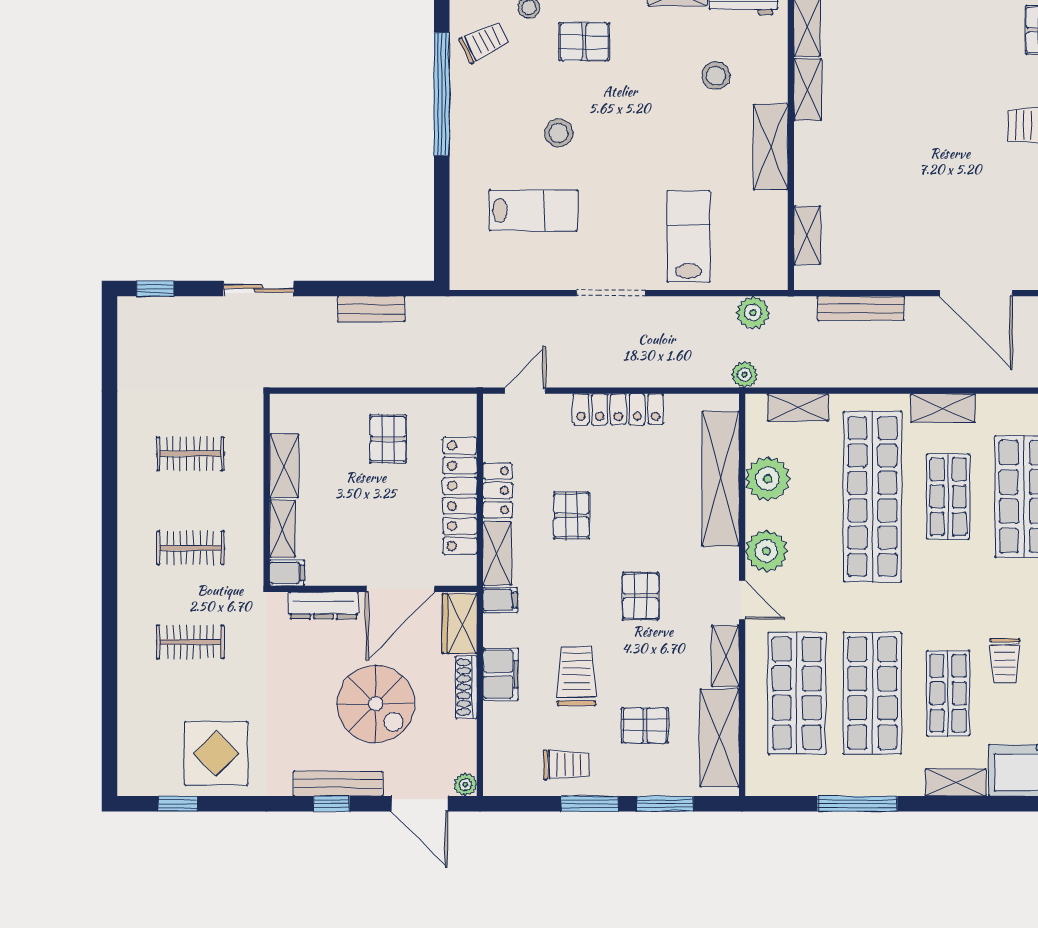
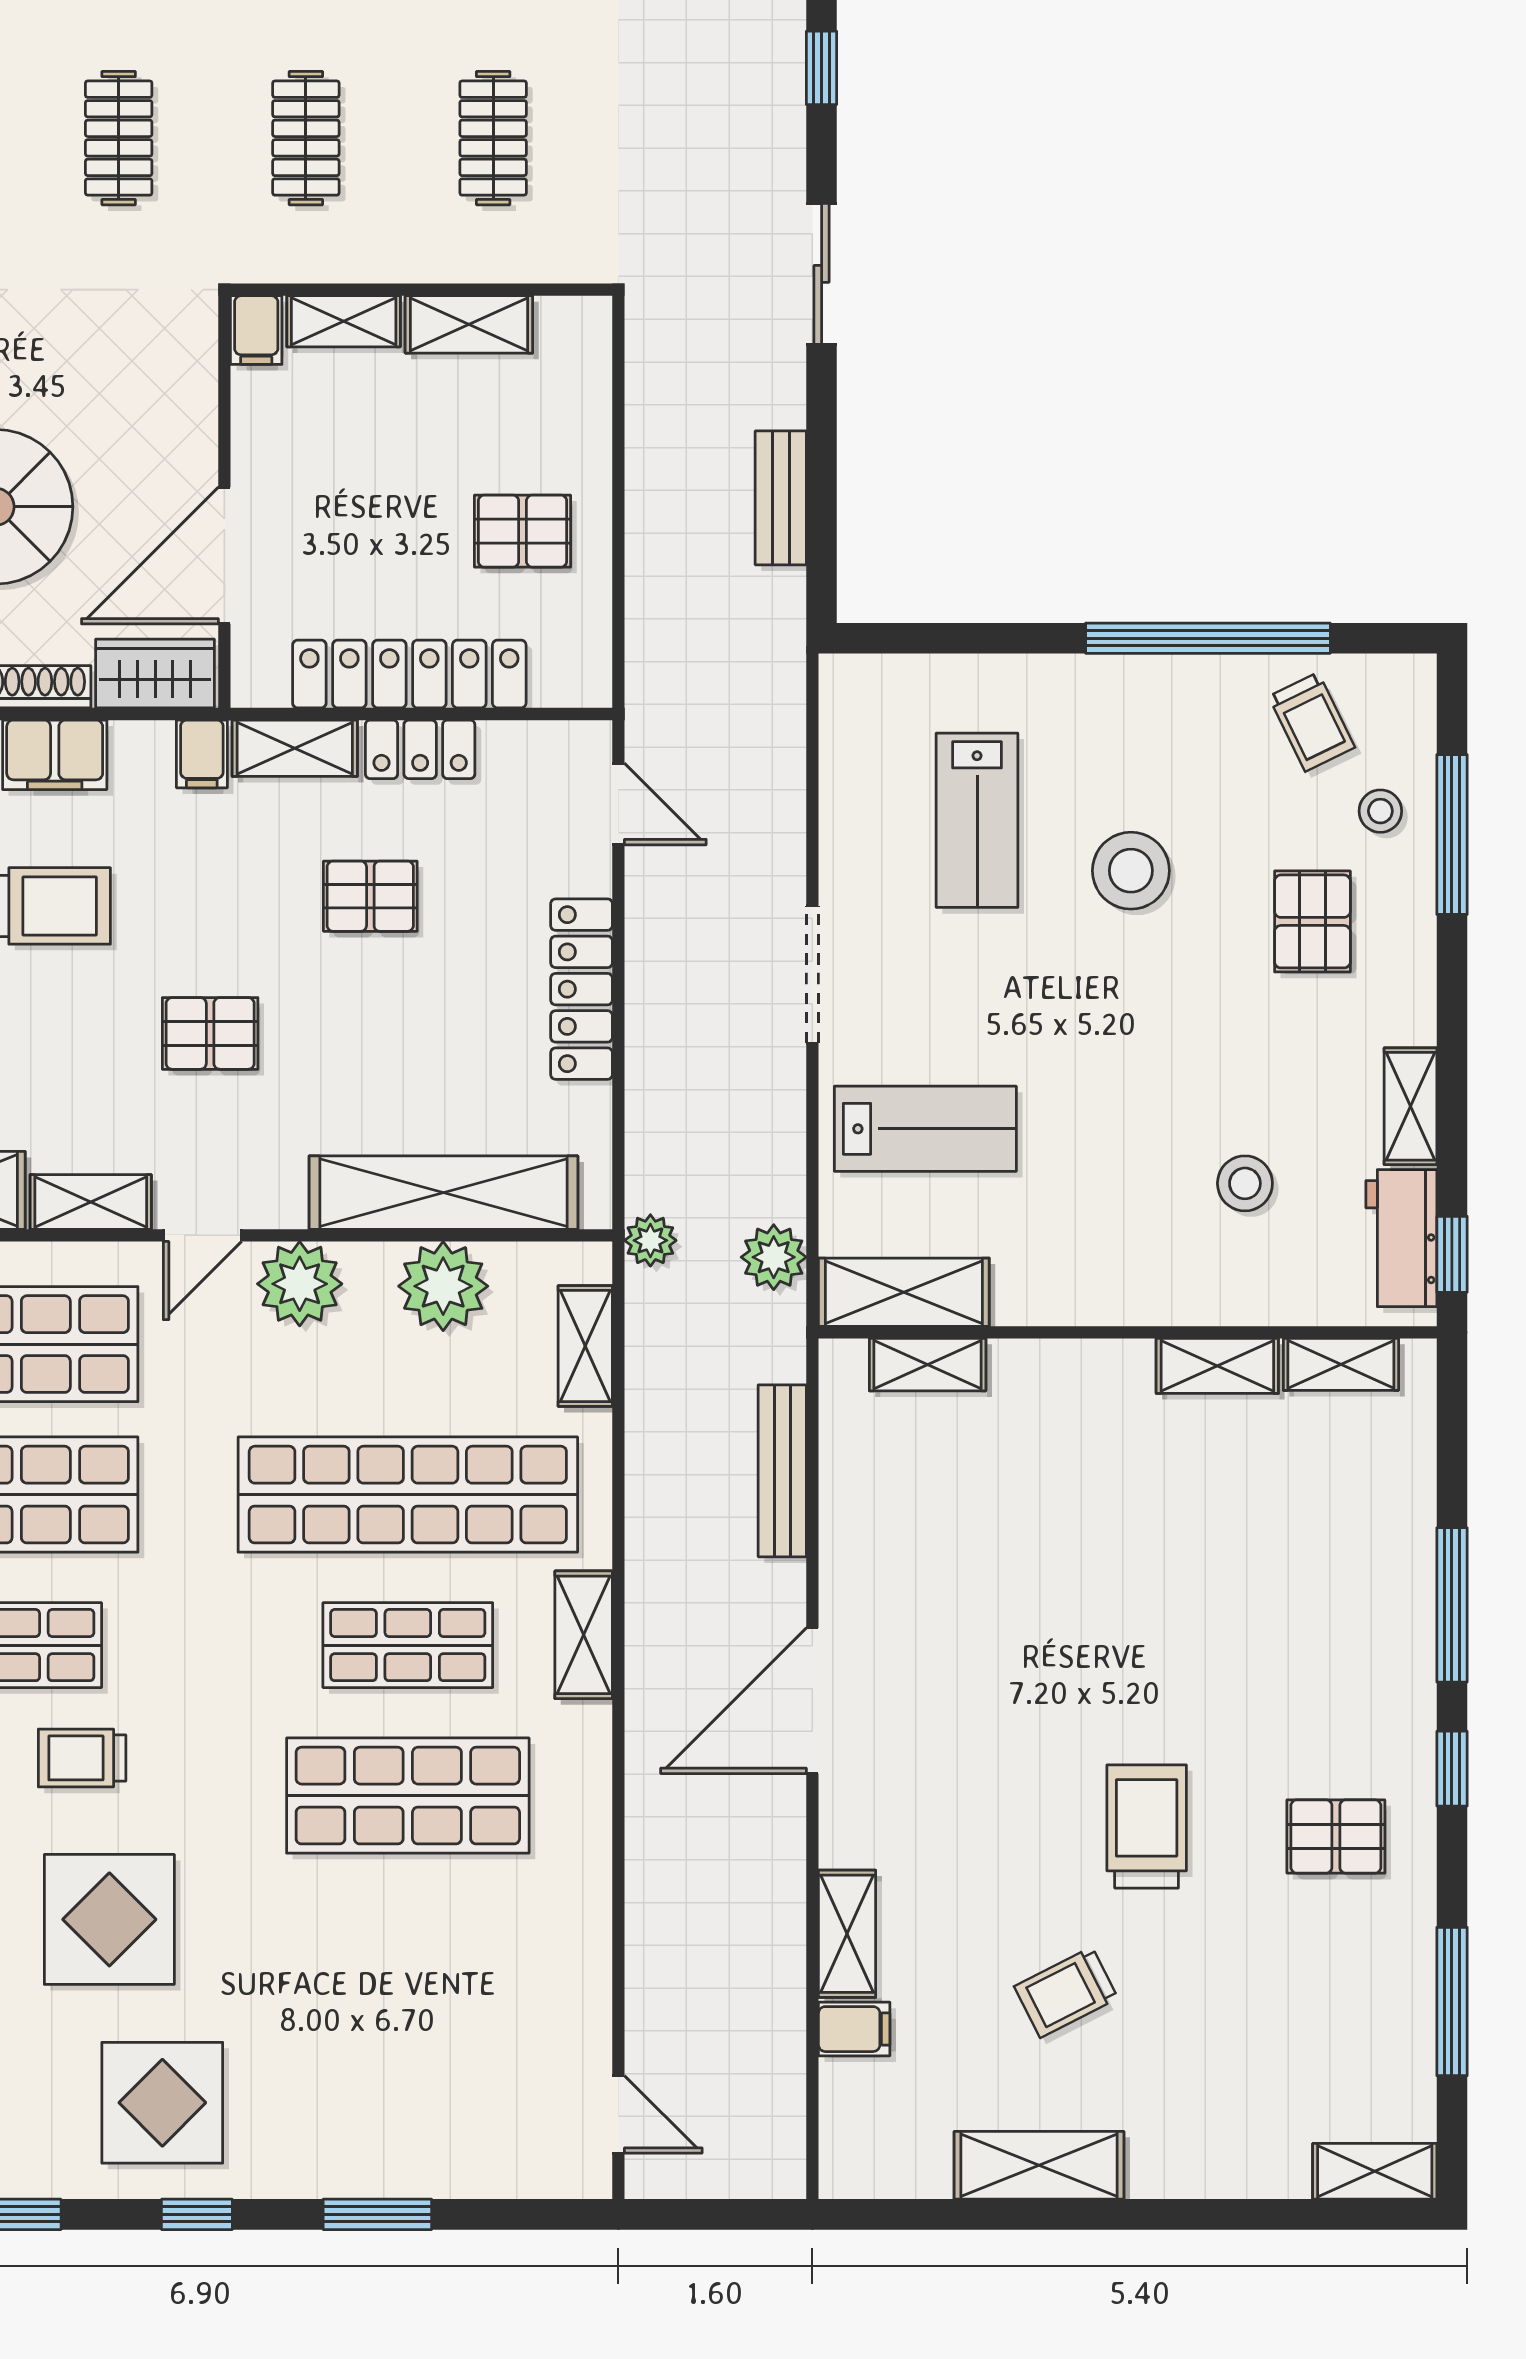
stool: (559, 133) -> (1131, 871), width x1.38, depth x1.38
shelving: (771, 147) -> (904, 1292), moved
door: (400, 589) -> (224, 556), hinge flipped
dresser: (323, 605) -> (191, 403), removed

